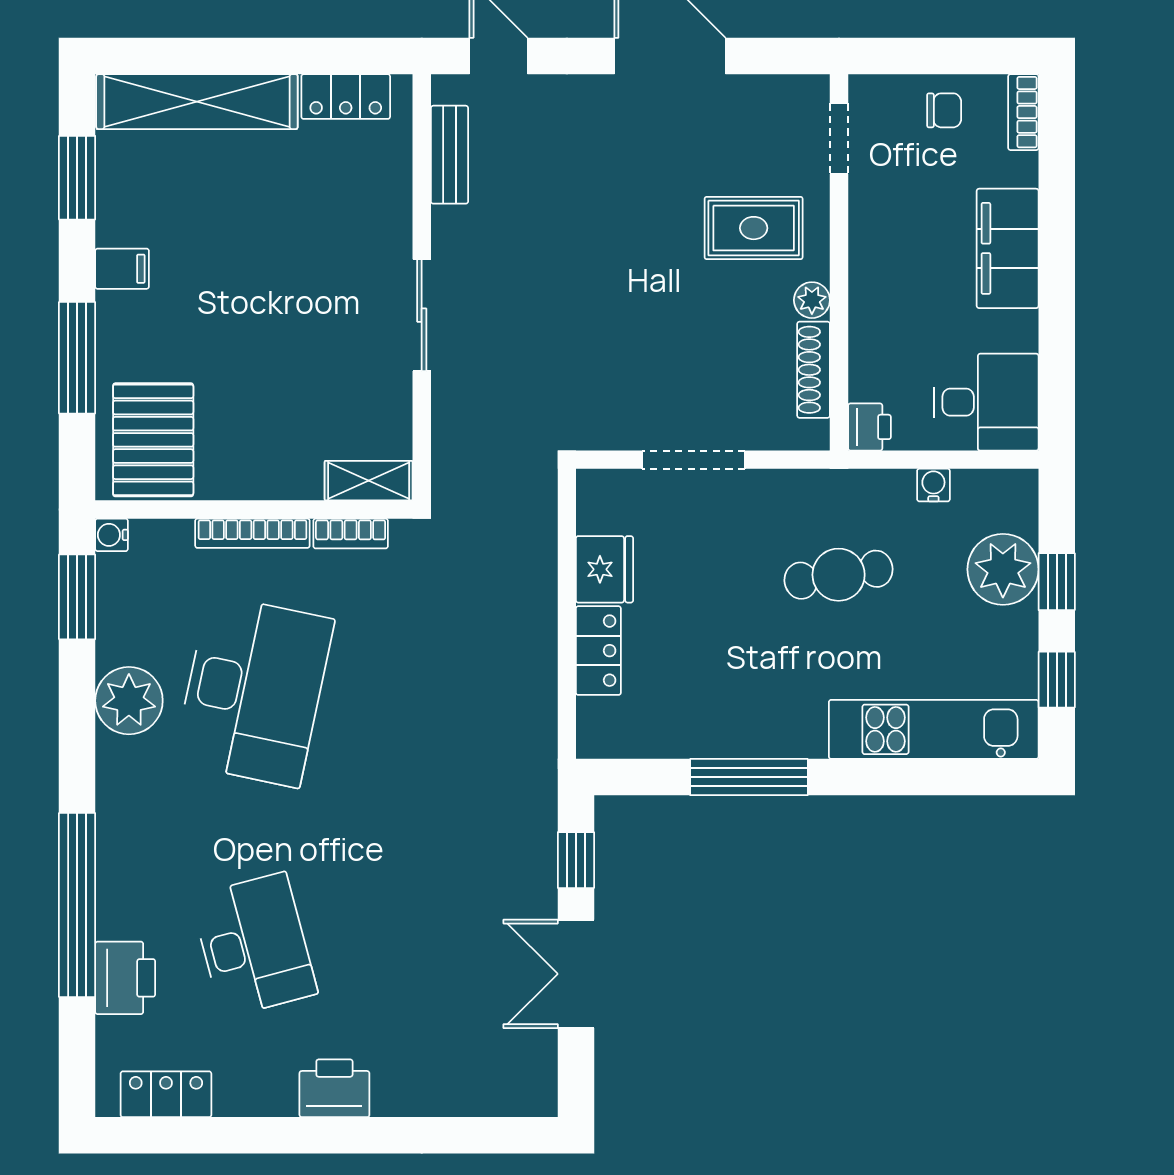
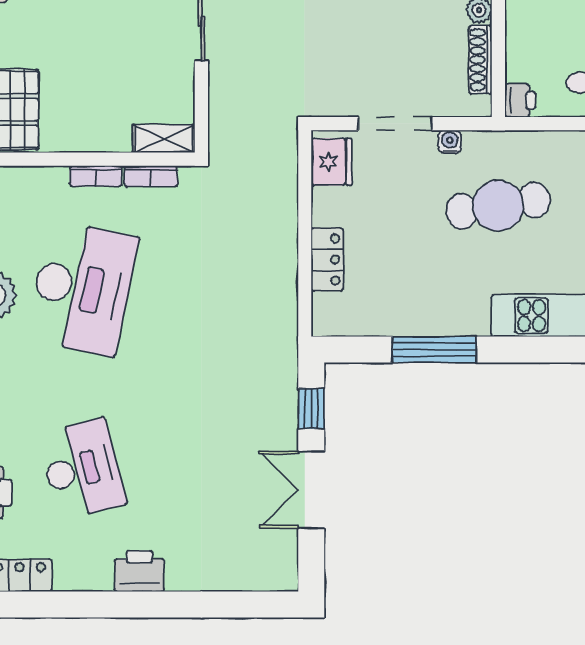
water cooler: (933, 485) -> (450, 142), moved
bookcase: (252, 533) -> (96, 176), width x0.64
fridge: (605, 569) -> (332, 162), moved
cafe table: (839, 575) -> (498, 206), width x1.37, depth x1.35

